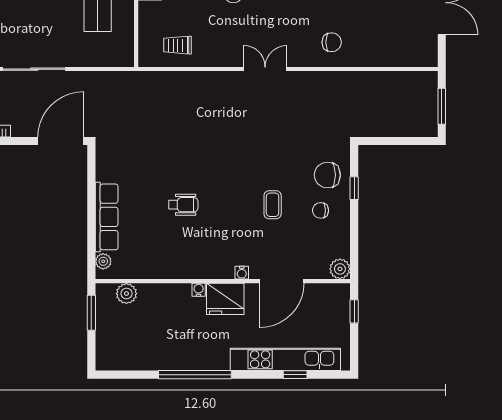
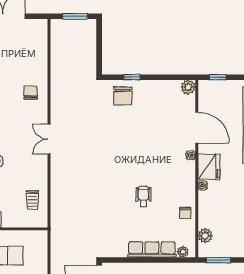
coffee table: (273, 205) -> (143, 134), removed
chair: (321, 210) -> (185, 213), moved

